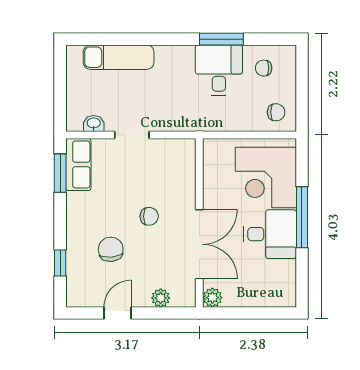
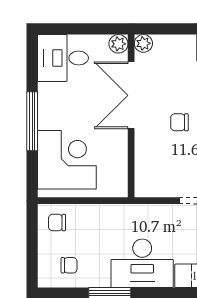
desk: (219, 70) -> (142, 263), moved, width x1.37
desk: (270, 234) -> (63, 58), moved
plant: (161, 298) -> (143, 43), moved

